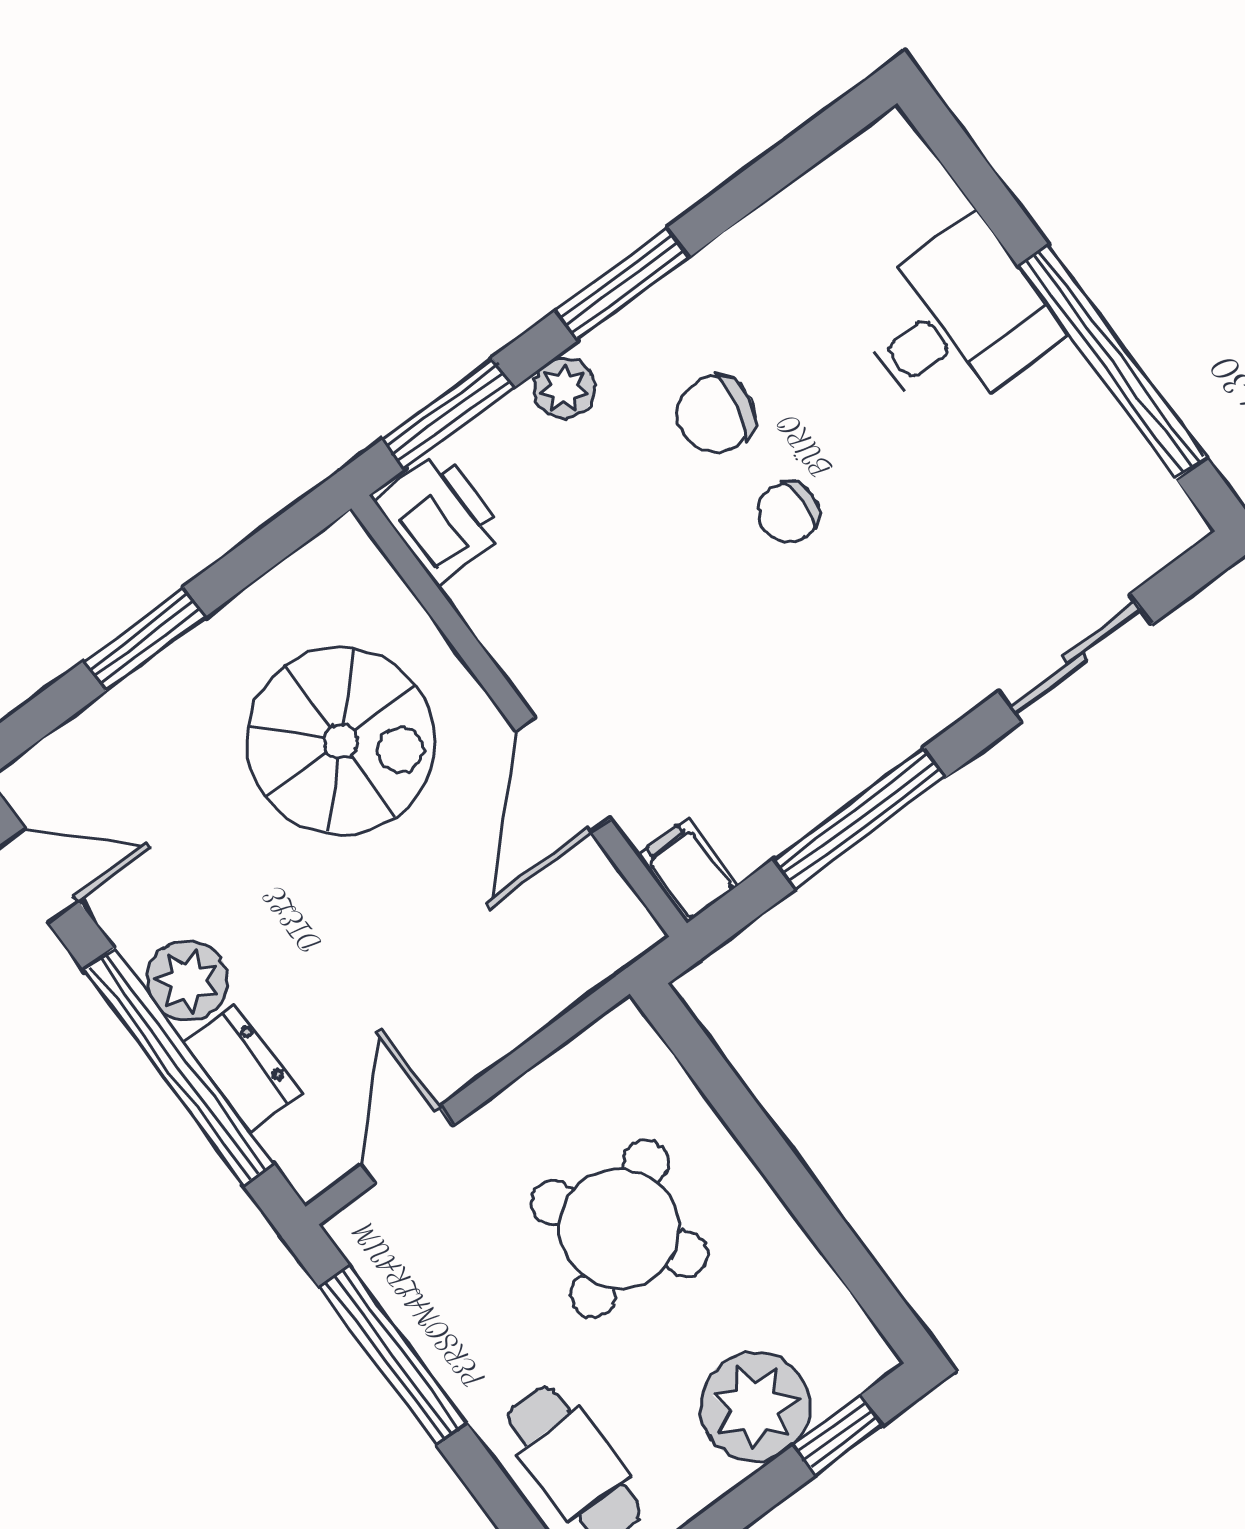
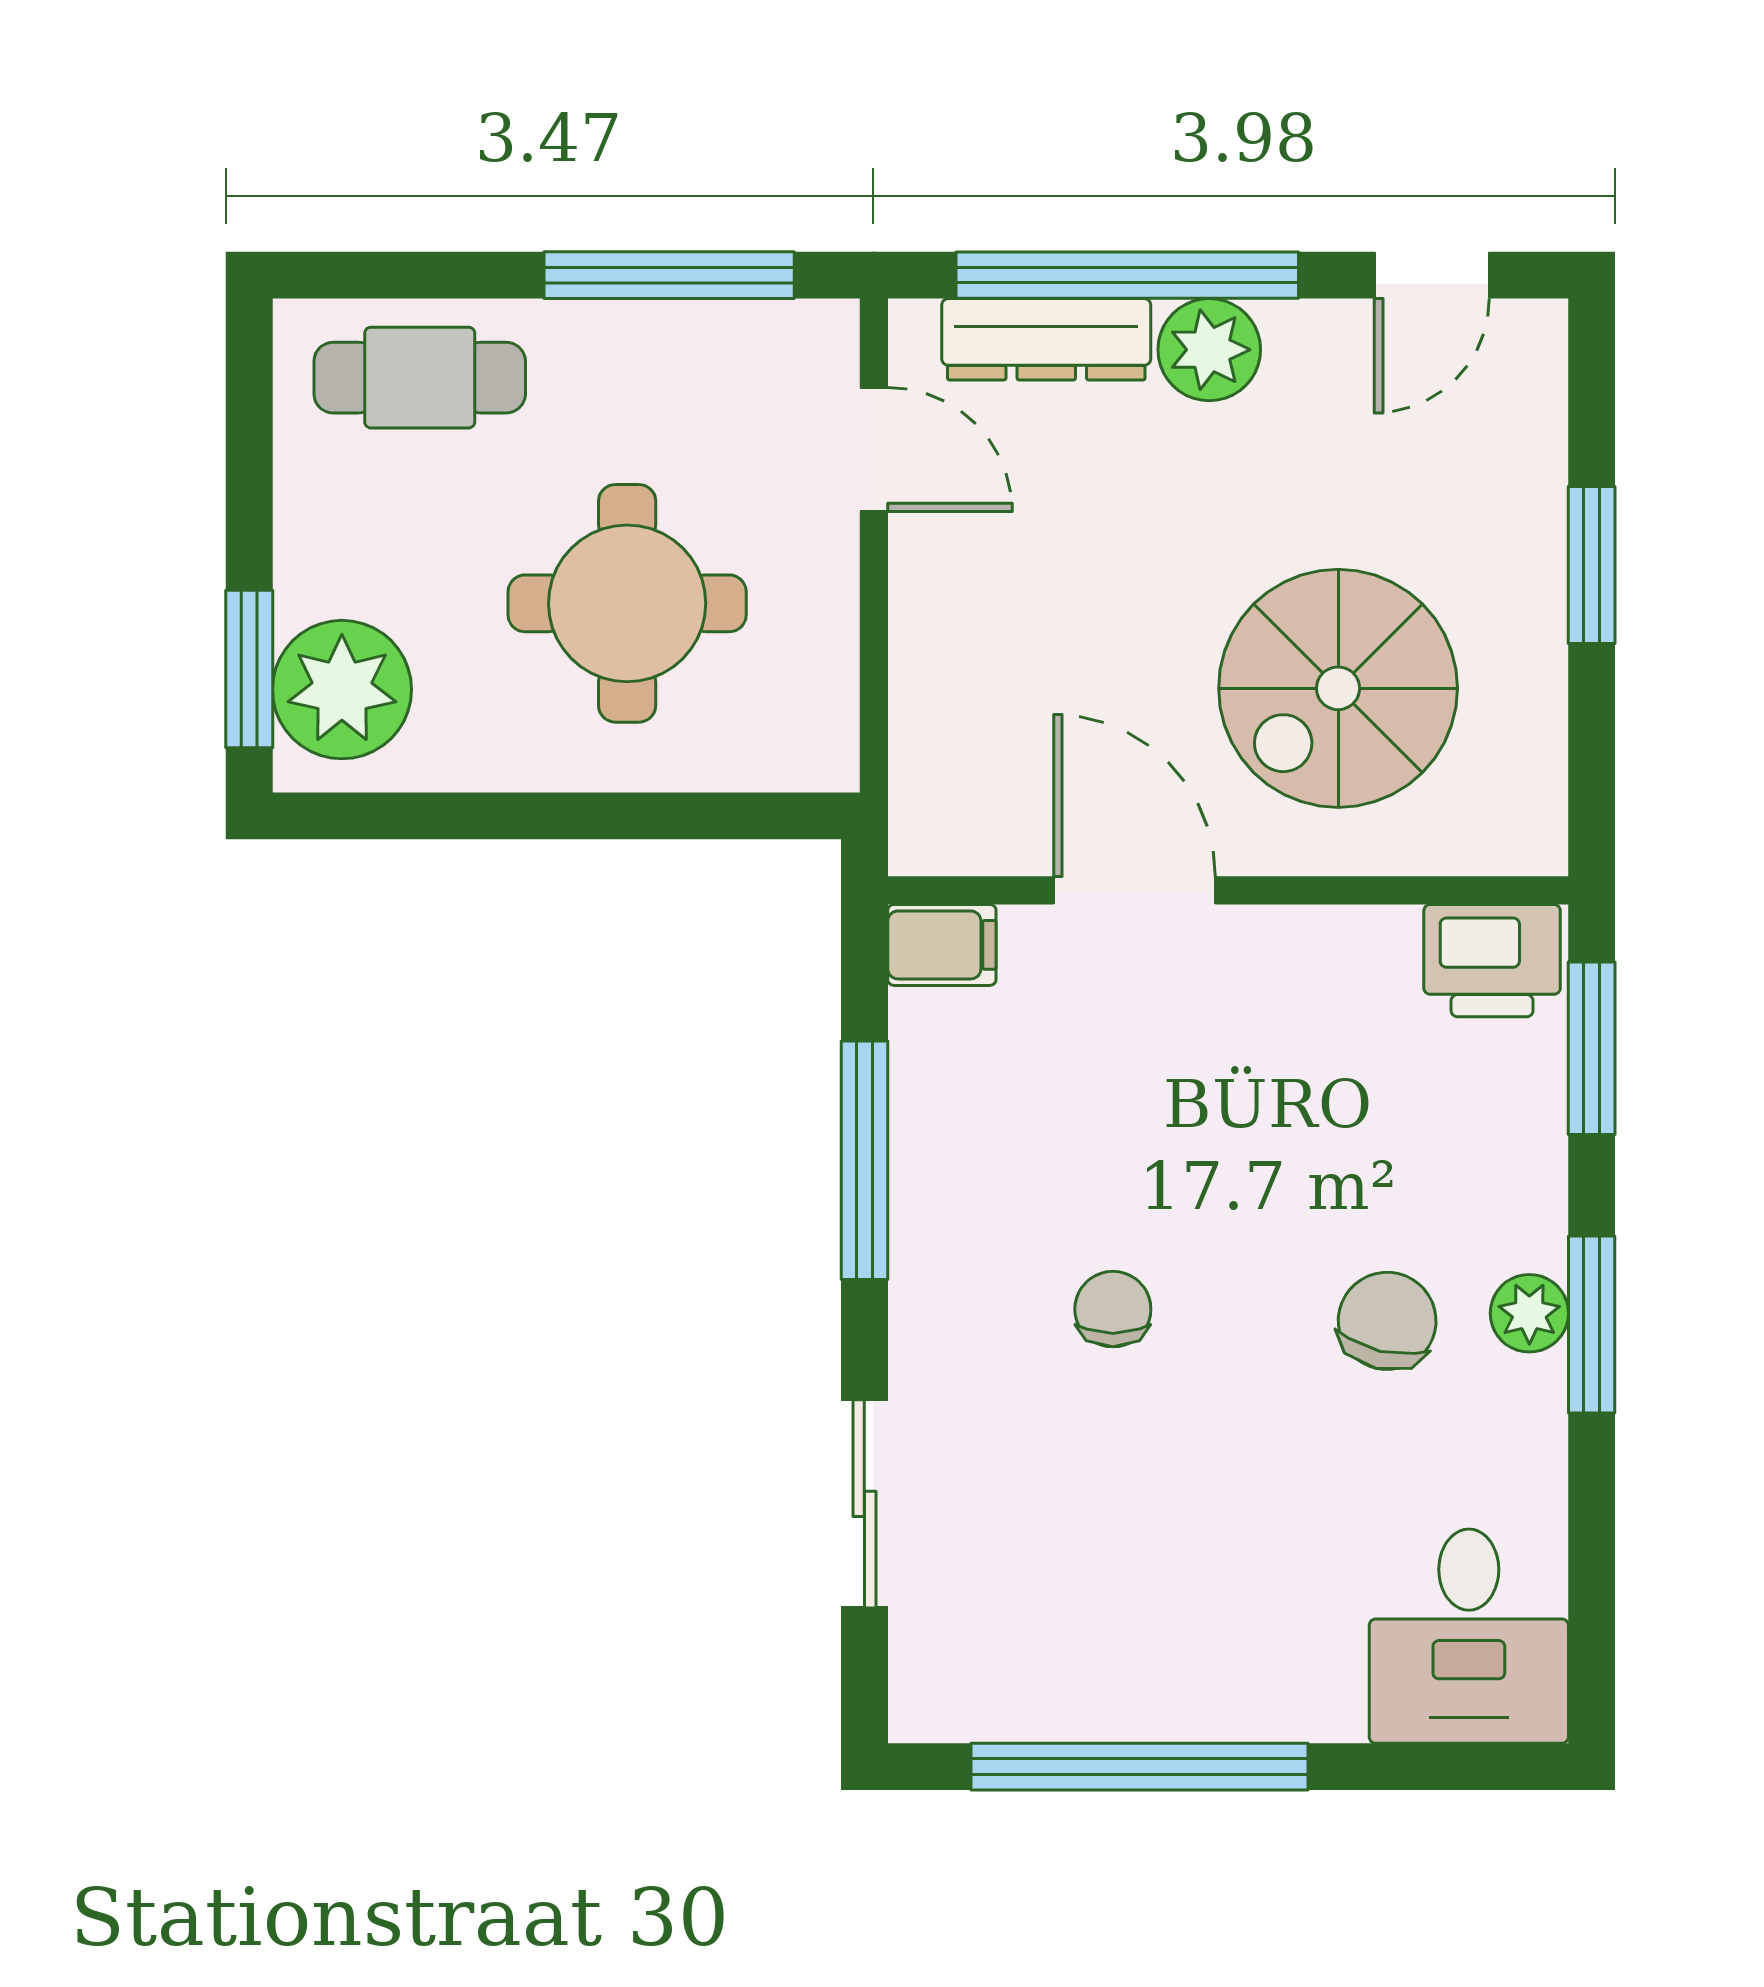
desk: (955, 322) -> (1469, 1636), moved
plant: (564, 388) -> (1529, 1313), moved
chair: (789, 512) -> (1113, 1309), moved
dresser: (242, 1068) -> (1046, 339), width x1.44
round table: (619, 1228) -> (627, 603), turned 32
plant: (755, 1407) -> (342, 690), moved
window: (837, 1436) -> (249, 669), width x1.50

